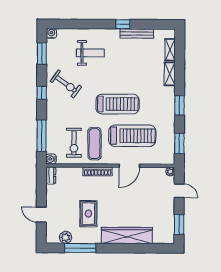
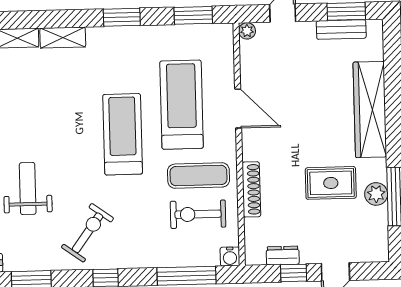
exercise bike: (74, 143) -> (198, 214), turned 180
shoe rack: (98, 171) -> (251, 189), moved
dresser: (51, 175) -> (283, 255), moved
window: (41, 192) -> (294, 273), added
bench: (170, 221) -> (341, 30), added
plant: (66, 237) -> (376, 194), moved

